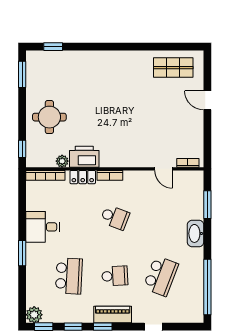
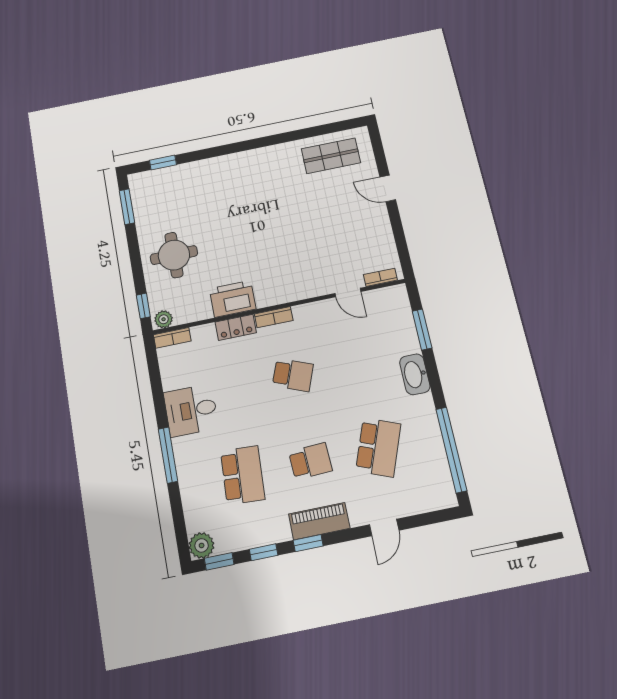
plant: (62, 161) -> (164, 319), moved
bookcase: (45, 175) -> (172, 338), width x0.64
window: (22, 253) -> (168, 455), width x1.44

